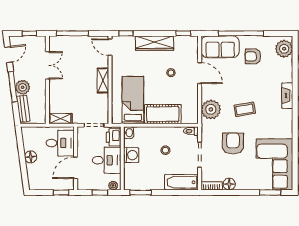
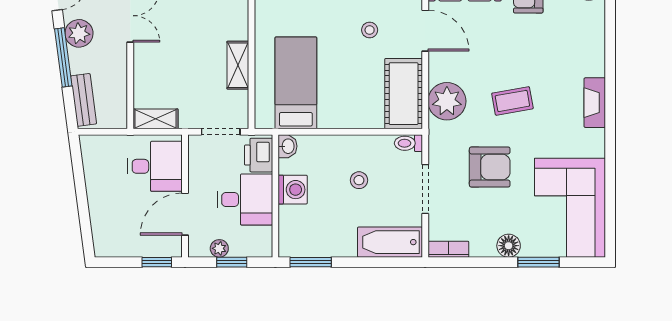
shelving: (103, 80) -> (238, 65), moved
plant: (23, 87) -> (79, 33), moved
fireplace: (287, 96) -> (595, 103), moved
cot: (163, 114) -> (404, 94), moved, turned 90
armchair: (233, 143) -> (490, 167), turned 90
floor lamp: (31, 157) -> (98, 193), removed
floor lamp: (229, 184) -> (509, 246), moved
plant: (113, 185) -> (219, 248), moved
window: (270, 193) -> (538, 262), moved

